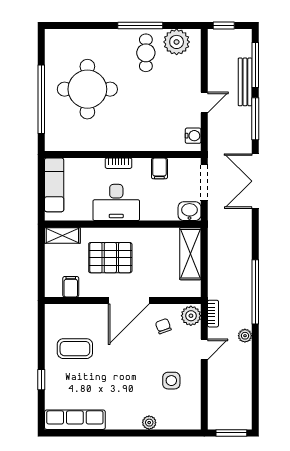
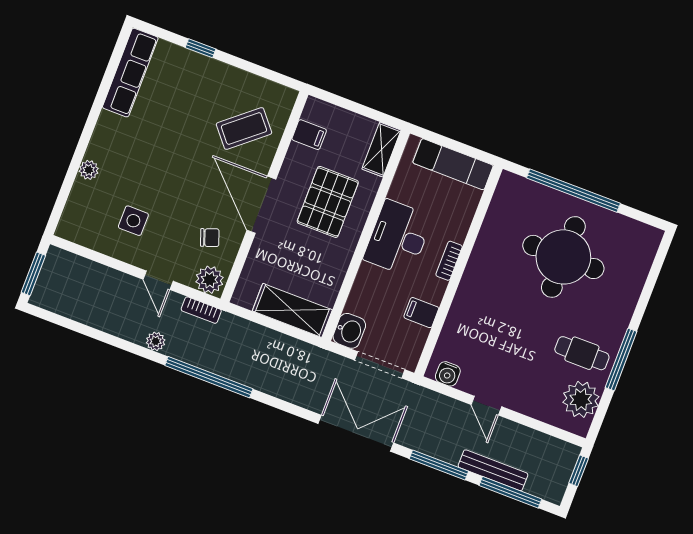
coffee table: (75, 349) -> (244, 129), moved, turned 50

